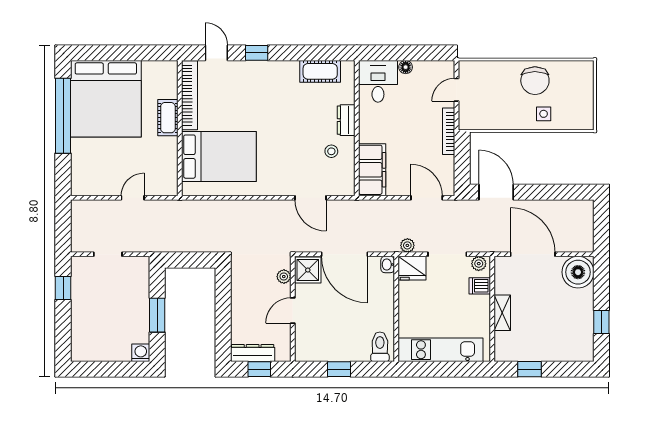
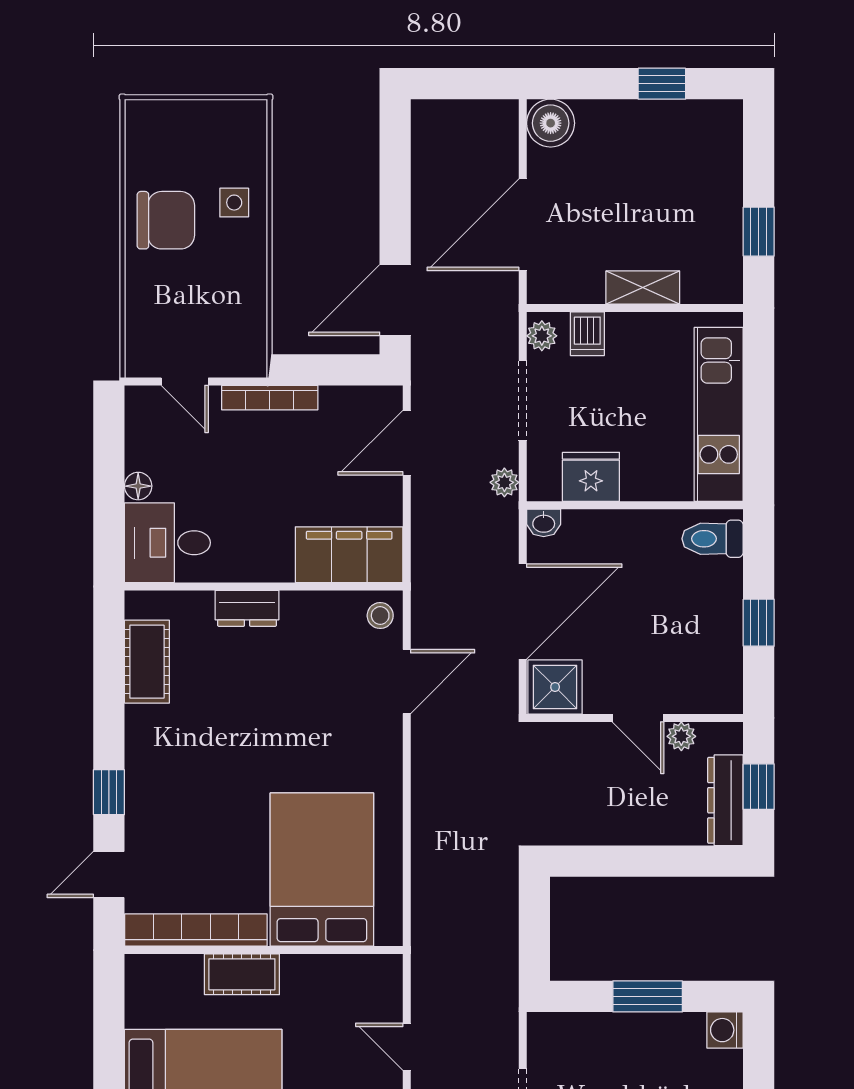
stool: (331, 151) -> (380, 616), moved
fridge: (412, 268) -> (591, 477), moved, turned -90
boiler: (578, 272) -> (551, 123), width x0.73, depth x0.73
plant: (284, 277) -> (681, 736), moved

